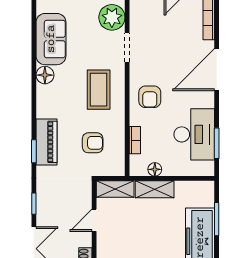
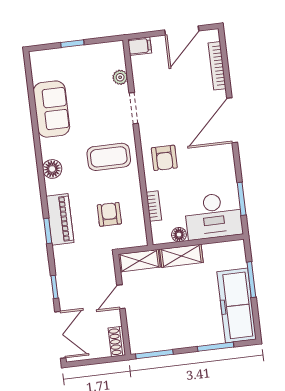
plant: (112, 17) -> (120, 77), width x0.53, depth x0.53
floor lamp: (45, 75) -> (52, 169), moved
coffee table: (99, 90) -> (109, 157), turned 90
desk: (194, 134) -> (213, 216), moved, turned 90
armchair: (93, 143) -> (109, 214), turned -90

